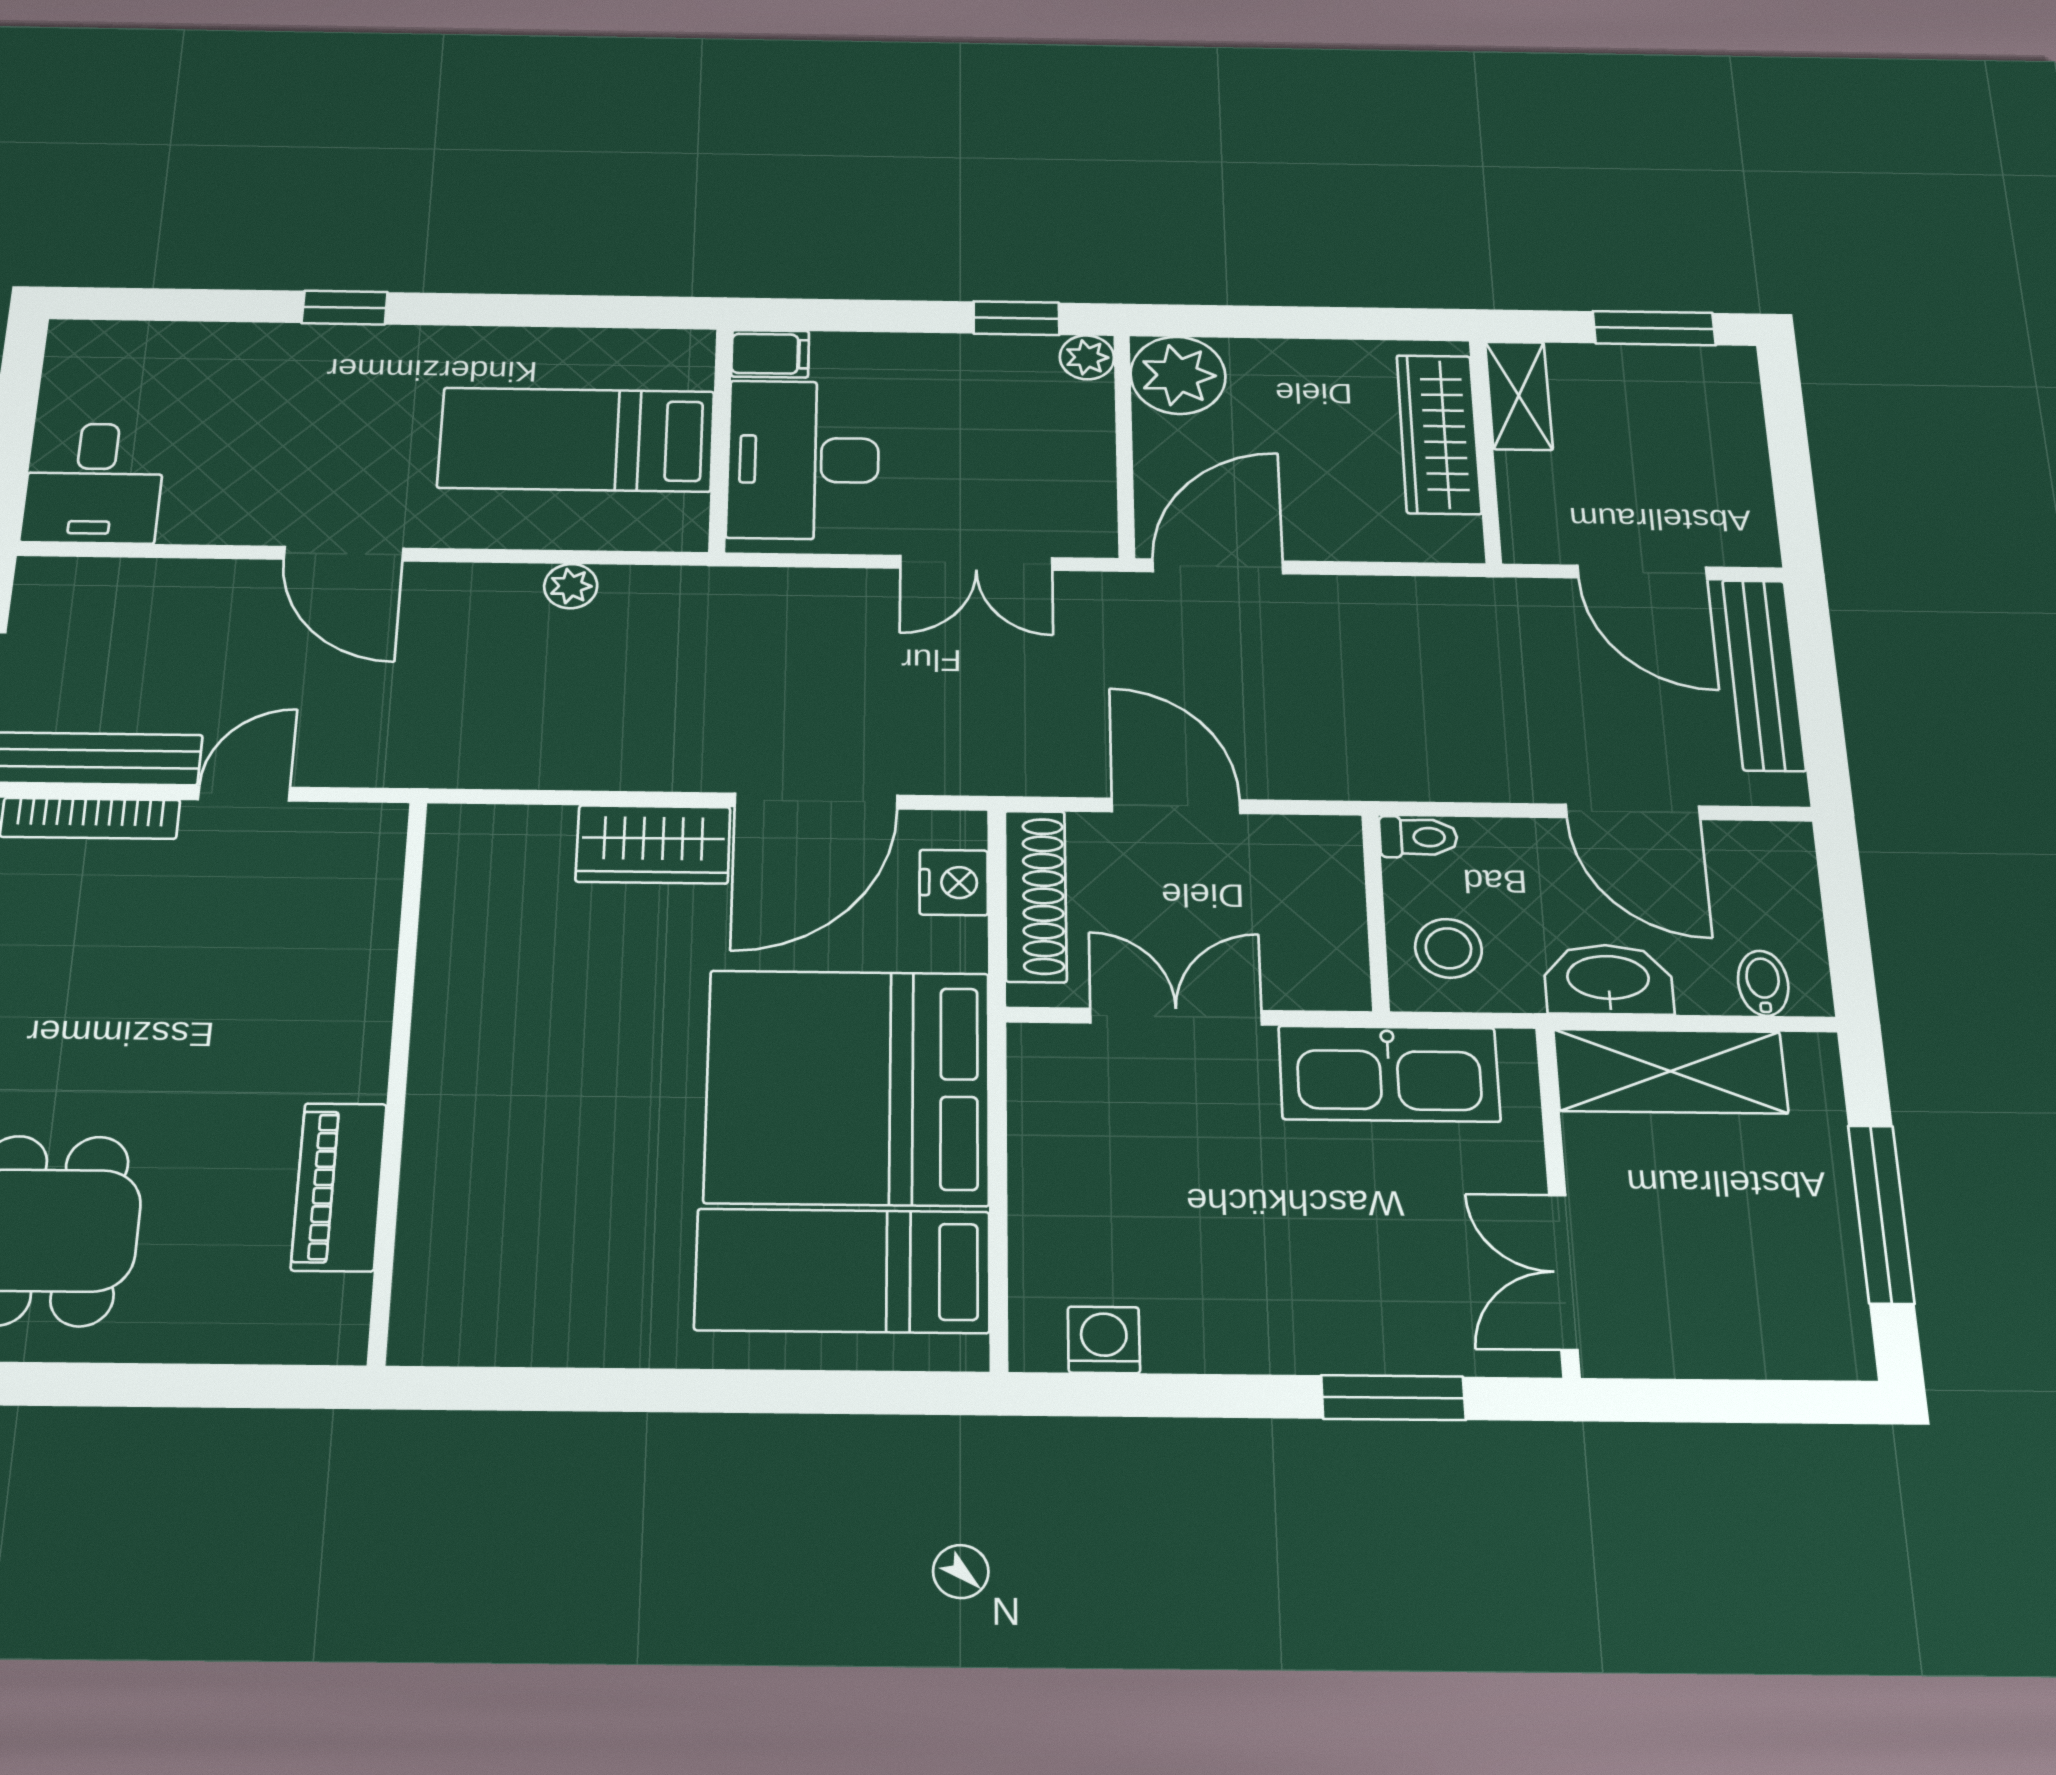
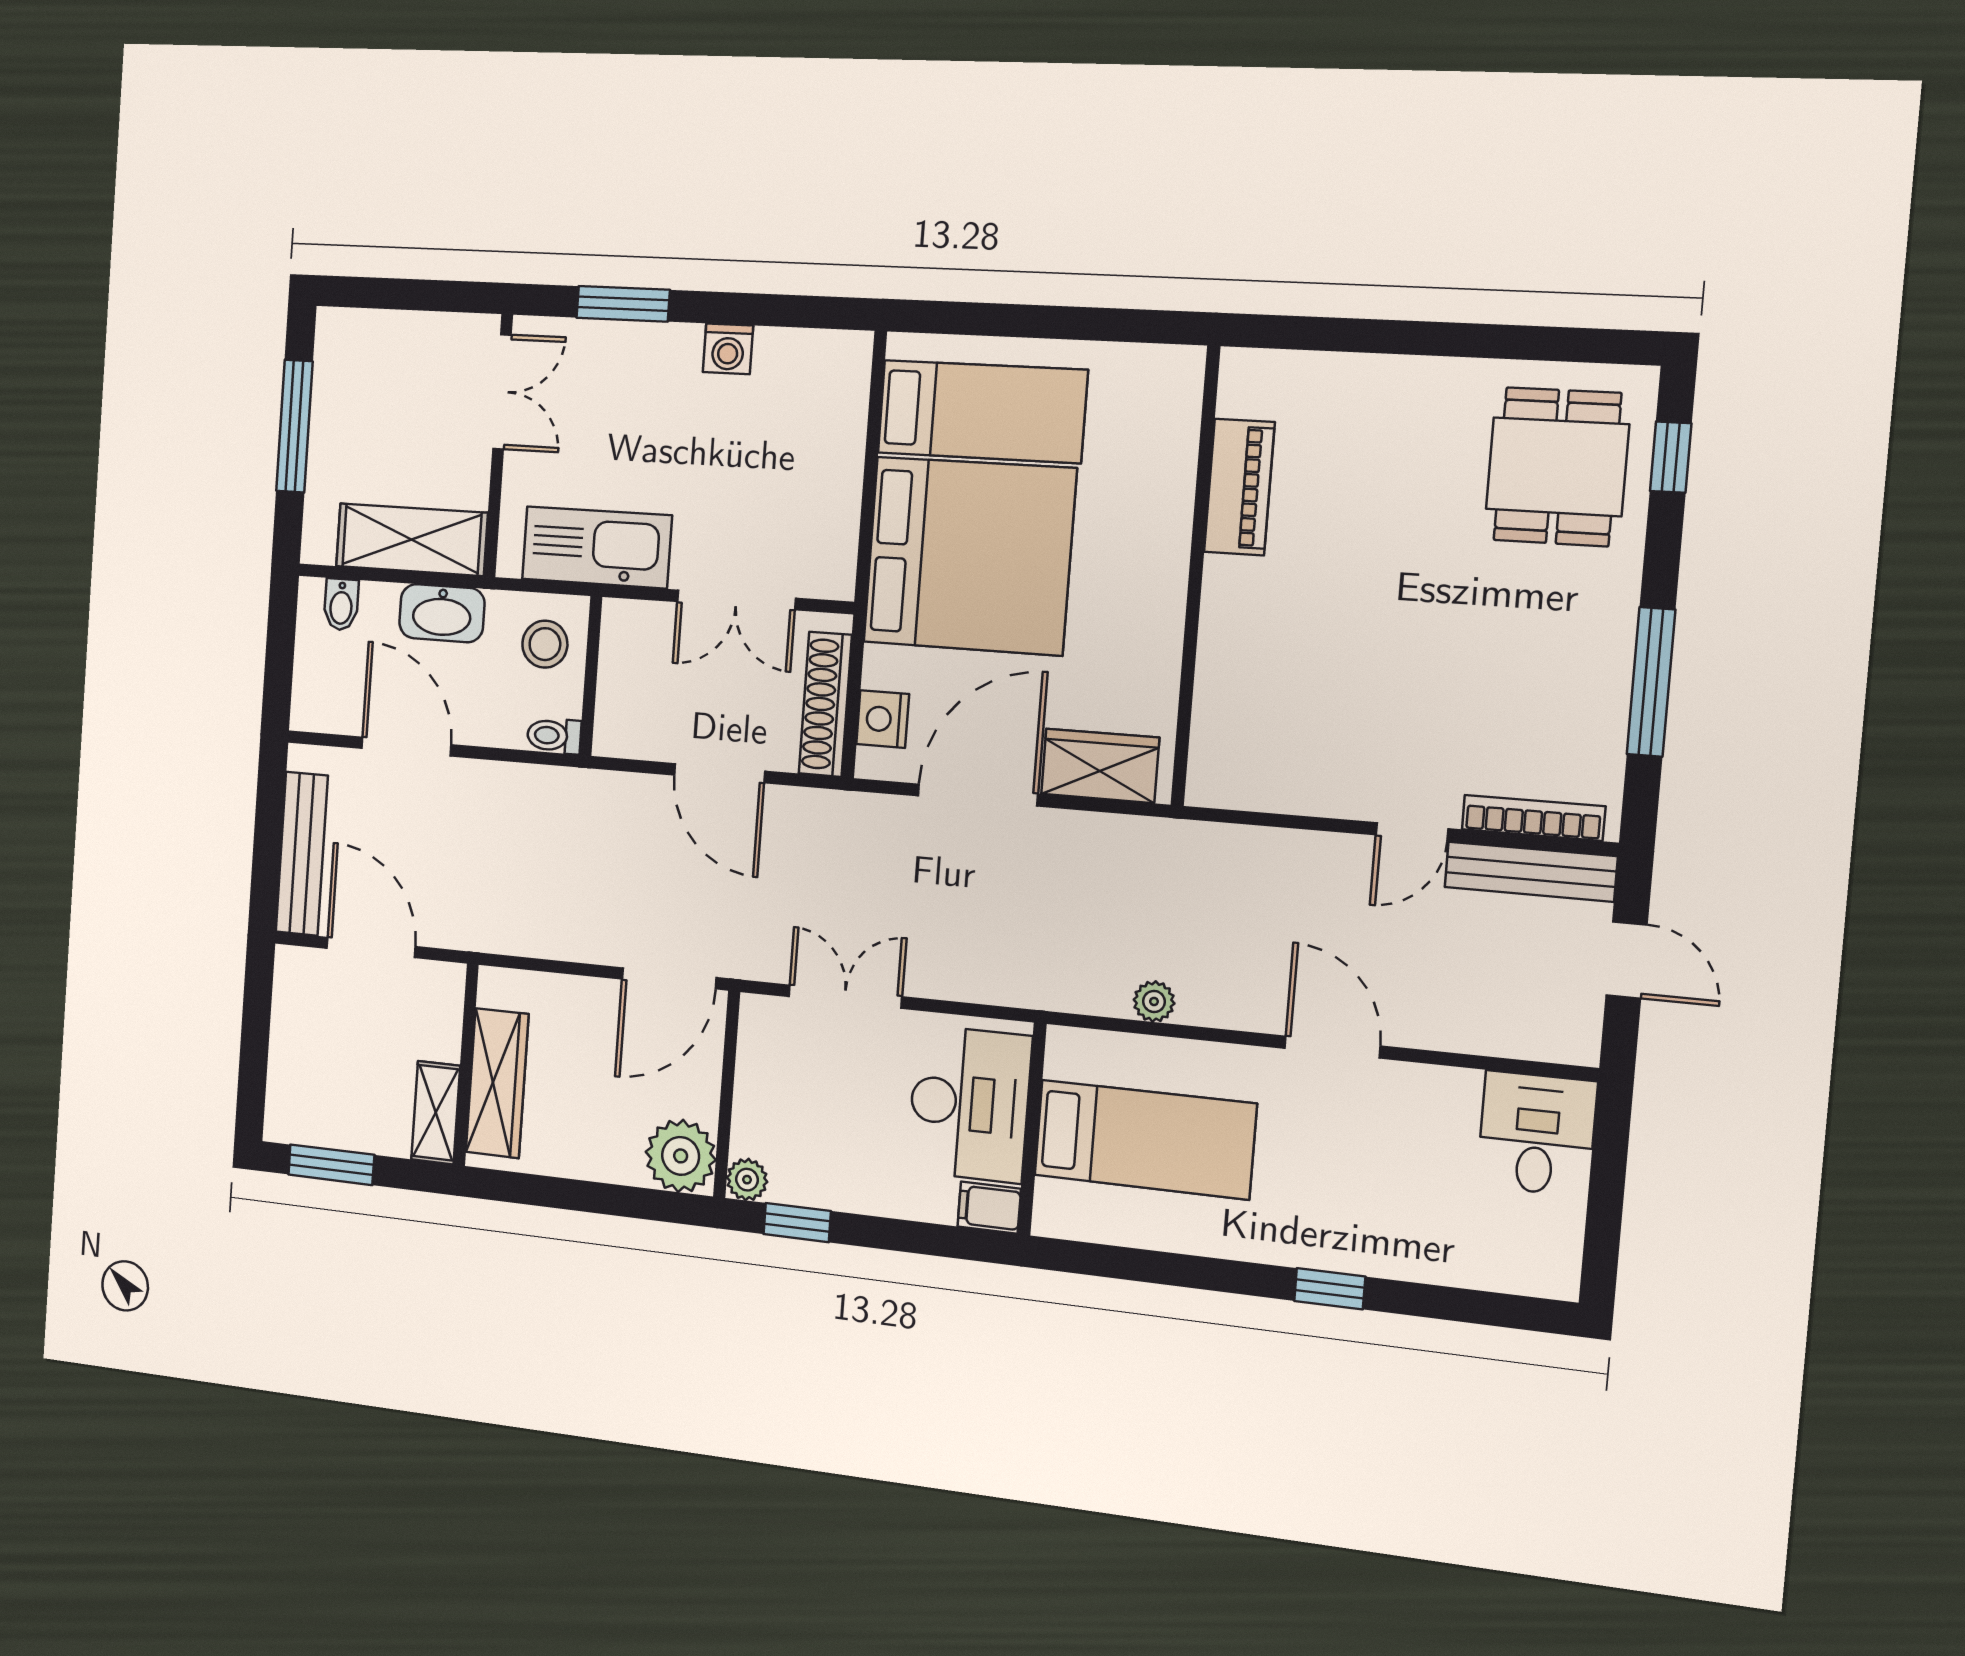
wall: (398, 1074) -> (1196, 577), moved
piano: (339, 1187) -> (1239, 487), moved
washing machine: (1104, 1340) -> (728, 349), moved

